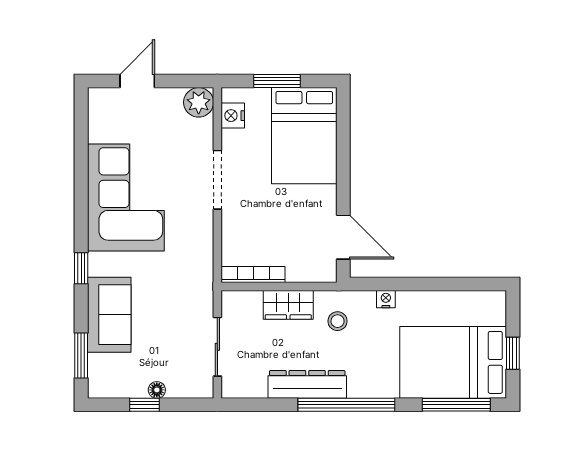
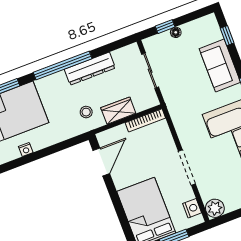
door: (343, 237) -> (101, 162), swing flipped
nightstand: (386, 299) -> (26, 150), moved
window: (81, 355) -> (227, 36), width x0.67
window: (144, 405) -> (165, 27), moved

